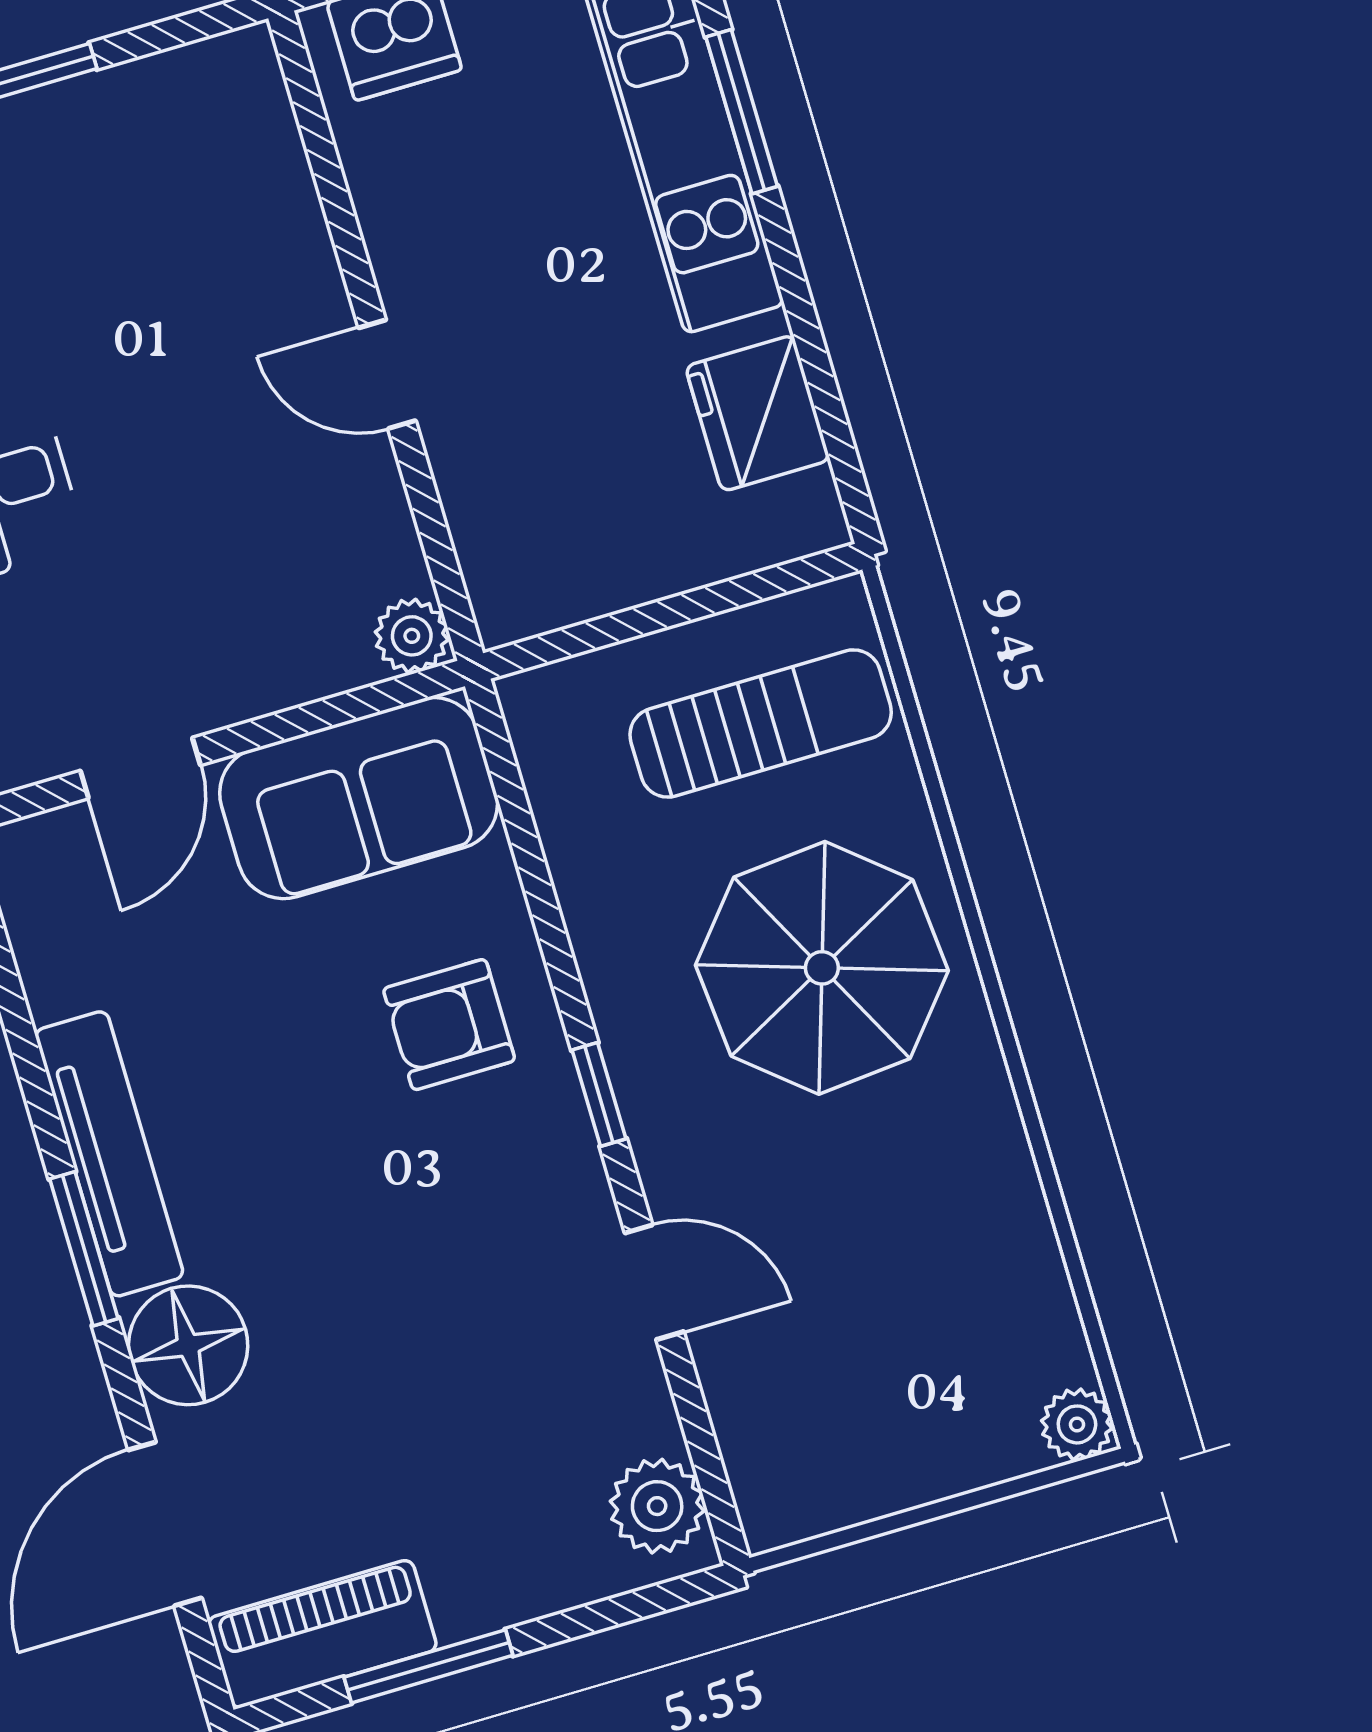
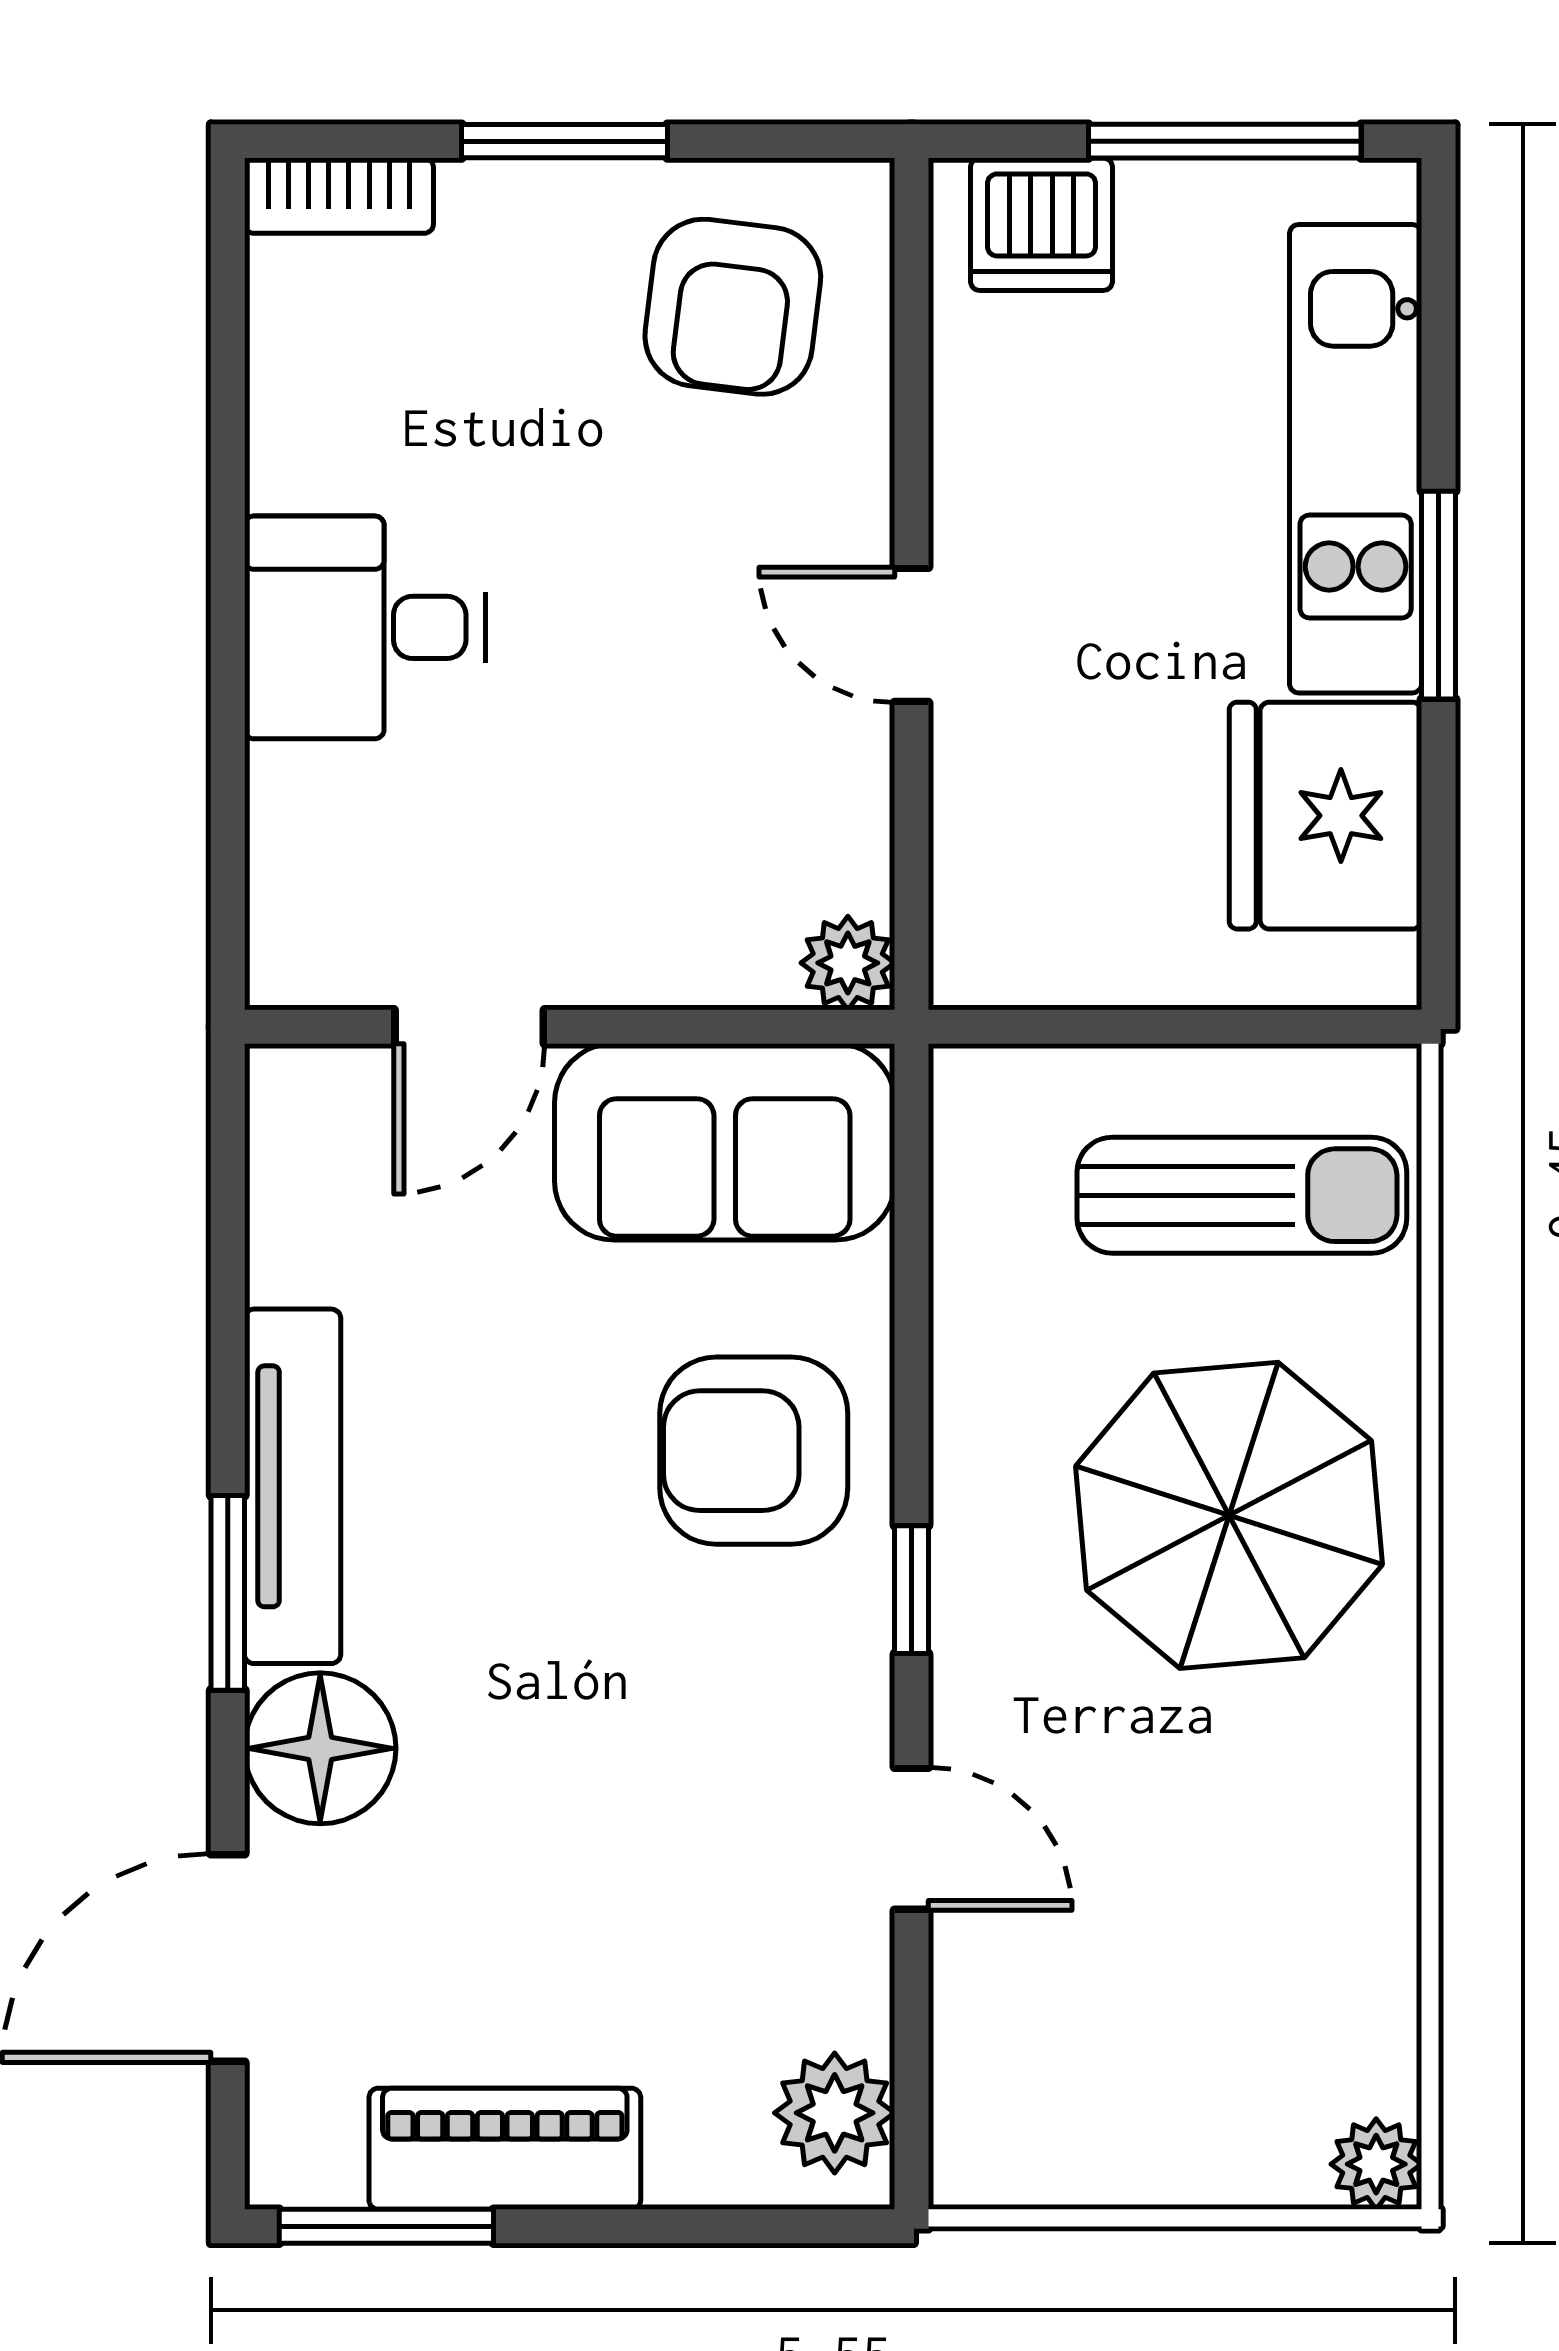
window: (742, 112) -> (1438, 595), moved
armchair: (179, 166) -> (733, 307), added
fridge: (758, 413) -> (1325, 816), width x1.36, depth x1.34
armchair: (449, 1025) -> (754, 1451), width x1.38, depth x1.38
piano: (322, 1634) -> (505, 2149), moved
window: (428, 1666) -> (386, 2226), moved

